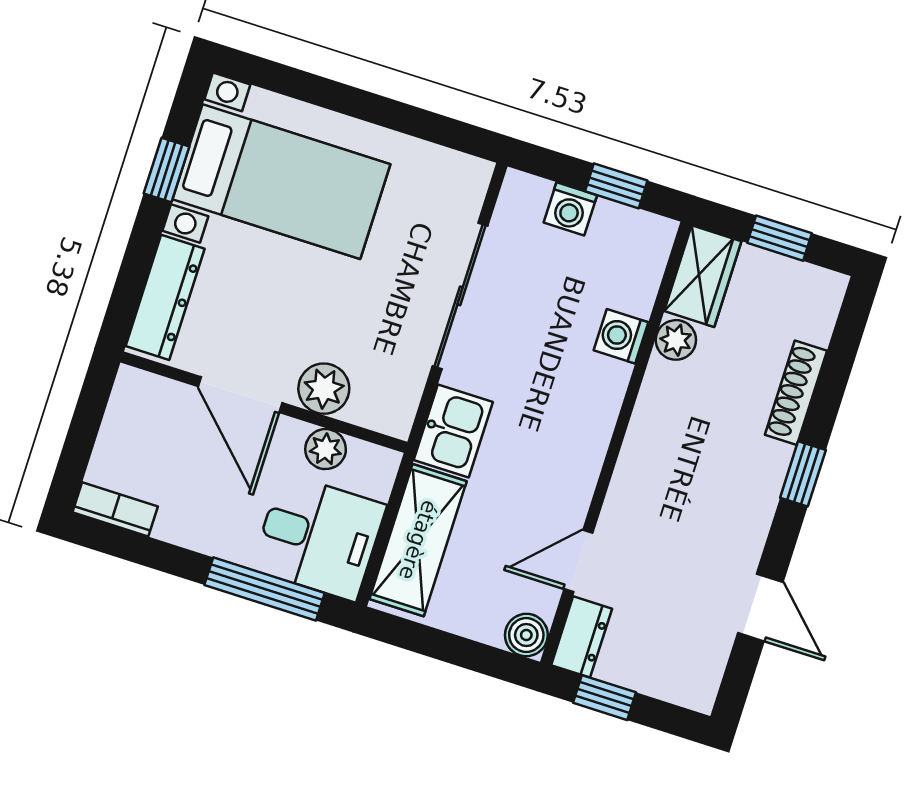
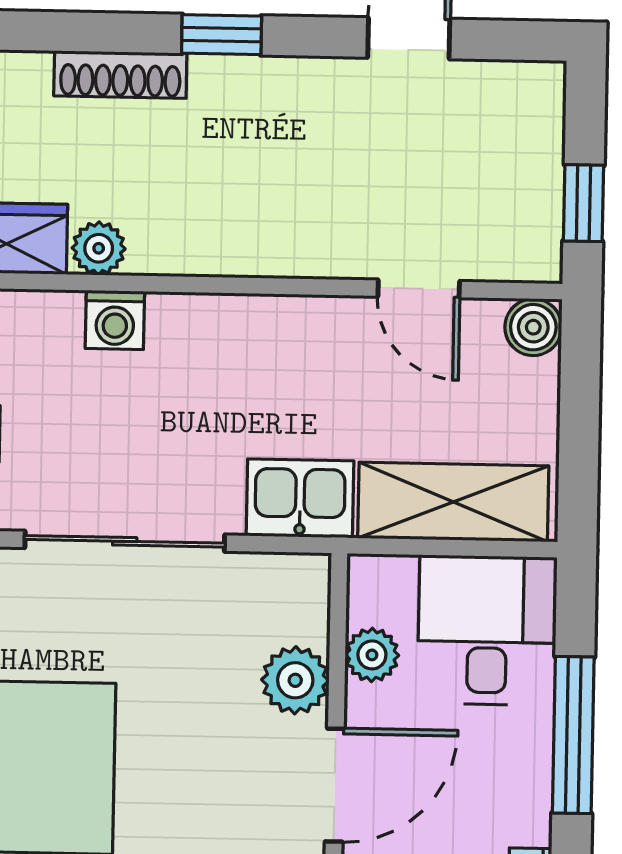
window: (265, 589) -> (573, 735), moved
dresser: (582, 637) -> (515, 256), removed

